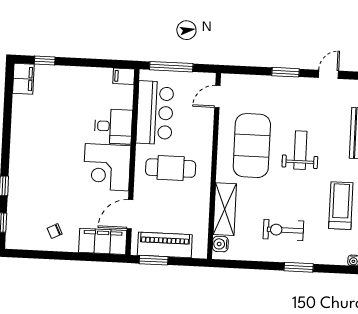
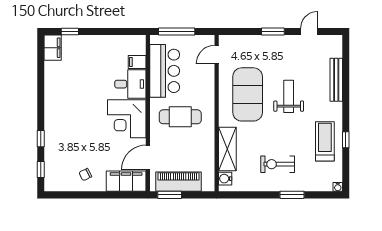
filing cabinet: (124, 76) -> (137, 62), moved

